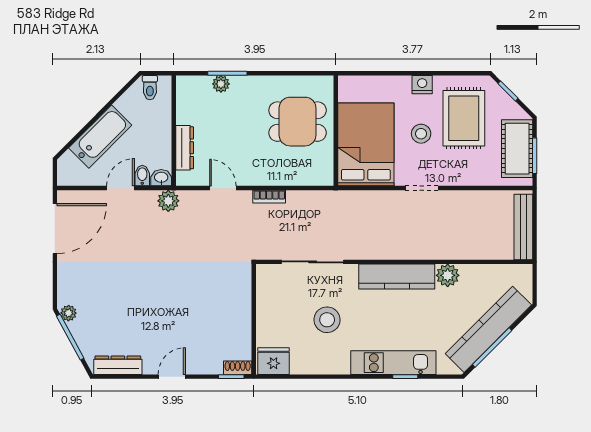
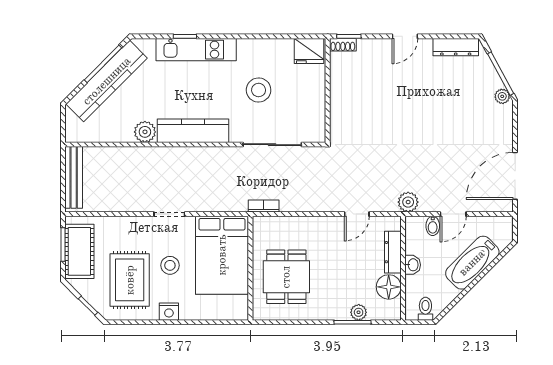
floor lamp: (189, 111) -> (389, 287), added
dining table: (298, 122) -> (286, 277), turned 90
washbasin: (161, 178) -> (413, 265), moved, turned -90
door: (223, 188) -> (357, 214), hinge flipped
bookcase: (269, 197) -> (264, 206), moved

